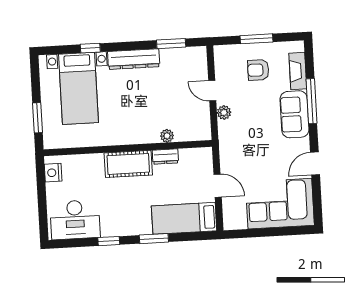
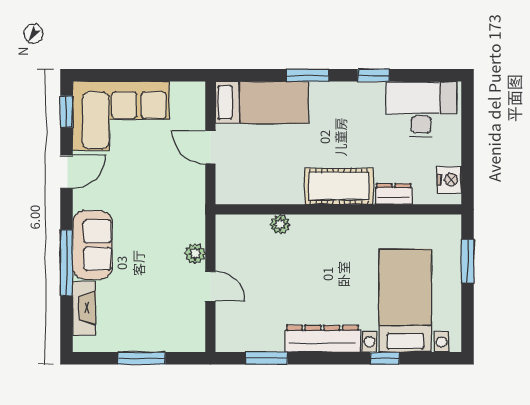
armchair: (258, 70) -> (142, 313), removed
dresser: (165, 157) -> (394, 194), moved
window: (317, 205) -> (66, 112), added

